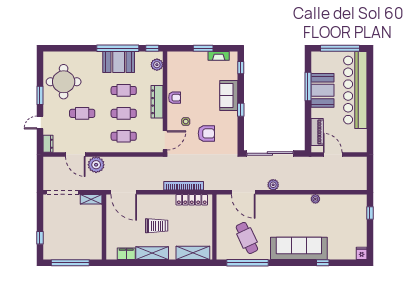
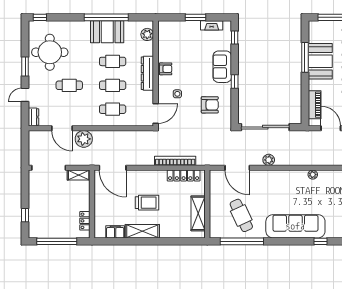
window: (152, 48) -> (40, 17), moved
armchair: (206, 133) -> (210, 105), moved
locker: (97, 243) -> (85, 221), added
shelving: (193, 253) -> (198, 213), moved, turned 90

